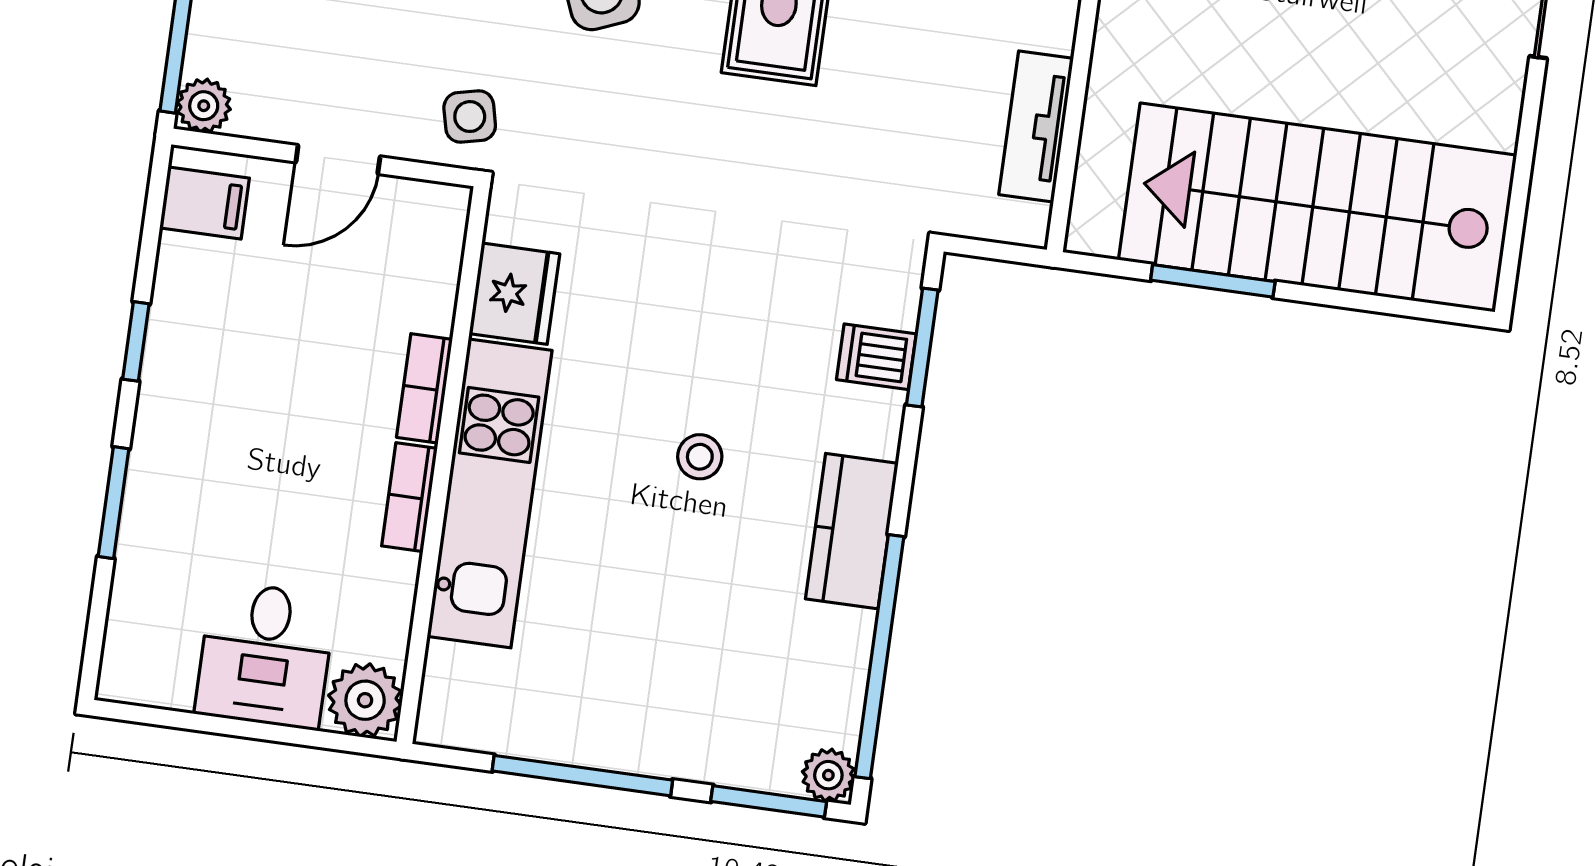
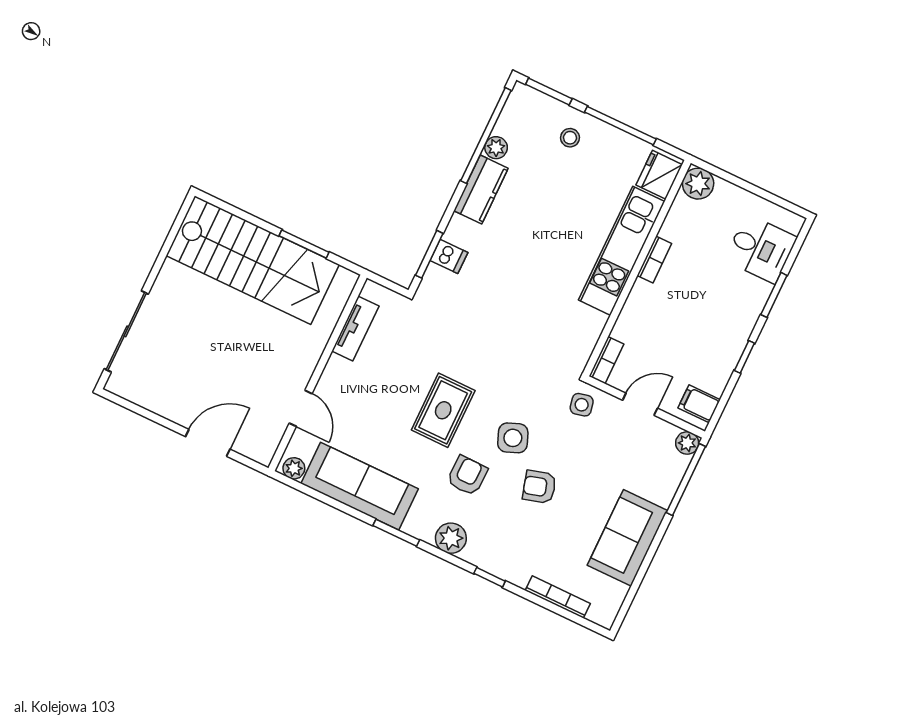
fridge: (514, 294) -> (659, 175), moved
bookcase: (424, 388) -> (606, 360), moved
stool: (700, 457) -> (570, 138), moved
desk: (265, 655) -> (761, 249), moved, turned 90
plant: (828, 775) -> (496, 148), moved

